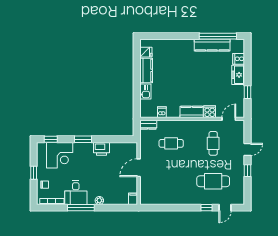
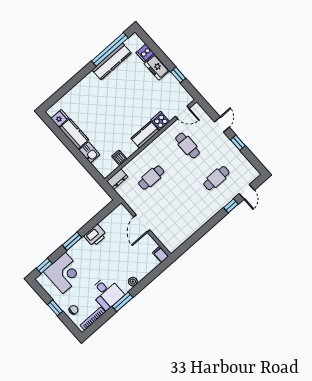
door: (229, 119) -> (182, 112), swing flipped
cafe table: (213, 181) -> (216, 178), width x0.73, depth x0.74
window: (81, 208) -> (122, 302), width x0.69

